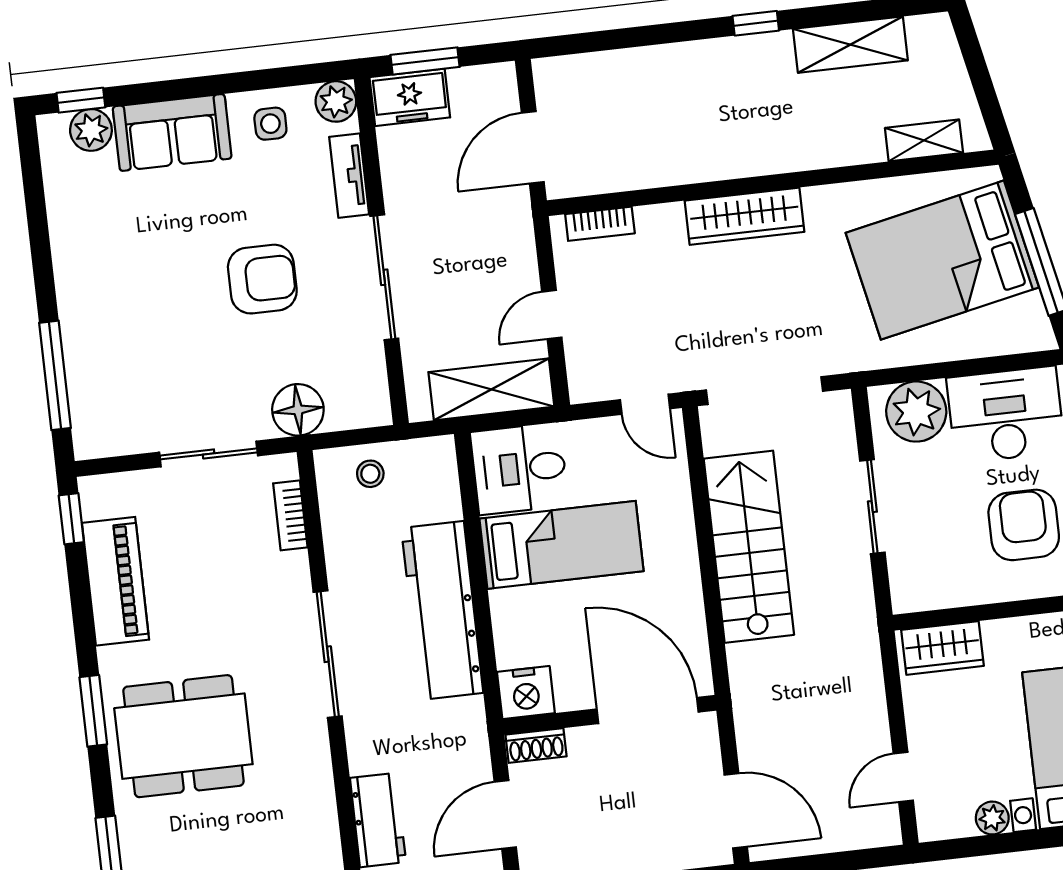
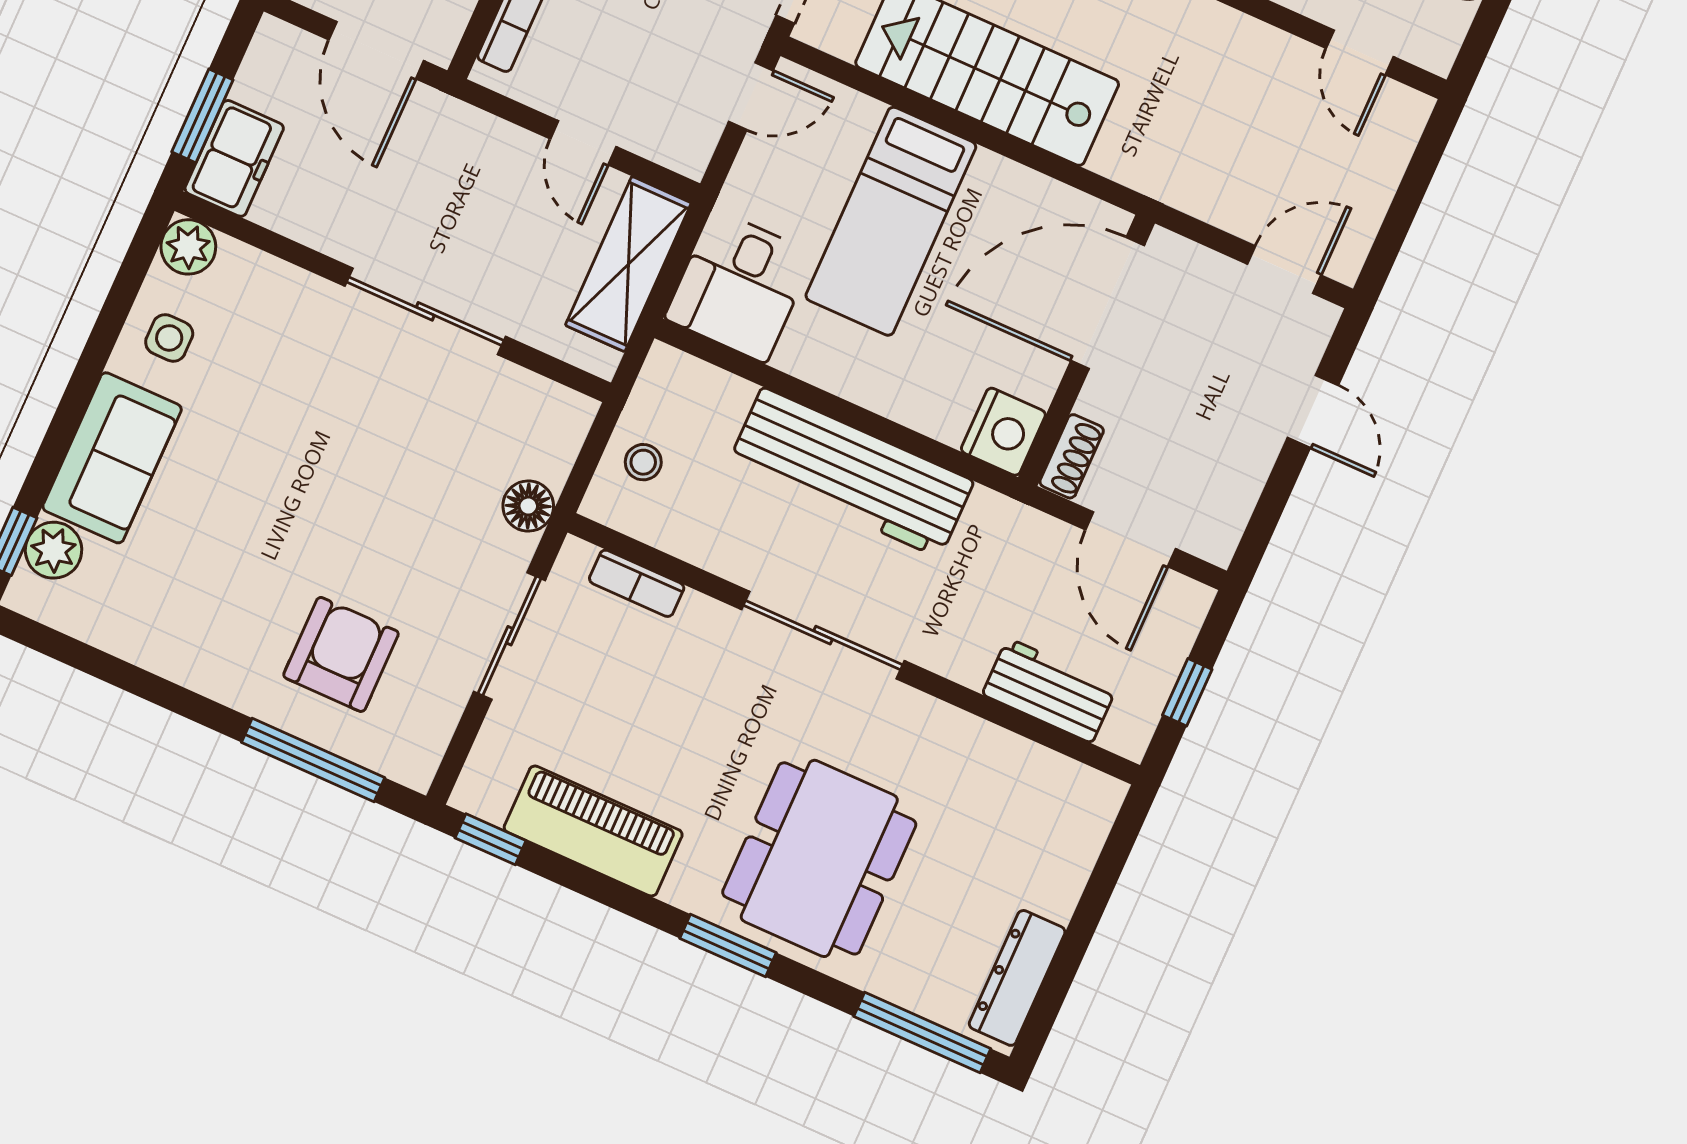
tv unit: (349, 176) -> (283, 282), removed
armchair: (262, 279) -> (341, 654), moved
floor lamp: (298, 410) -> (528, 506), width x0.73, depth x0.73
bed: (562, 545) -> (891, 221), moved, turned 180
door: (736, 811) -> (1284, 270), width x0.73

